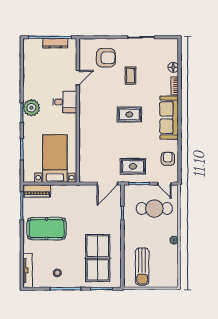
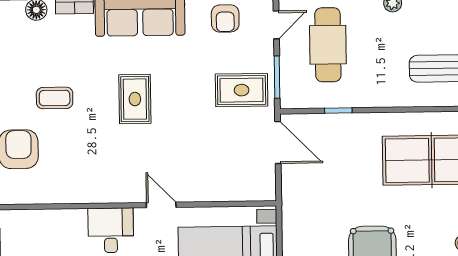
door: (78, 78) -> (161, 205), moved
armchair: (168, 159) -> (225, 18), turned -90
rug: (133, 166) -> (242, 90), turned 90

